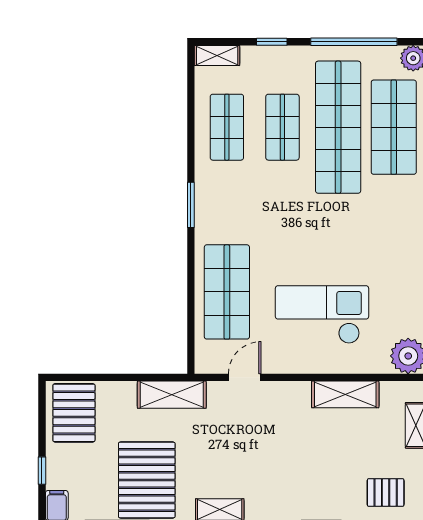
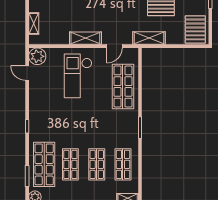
shop shelf: (338, 127) -> (70, 164), width x0.50, depth x0.74
checkout: (322, 315) -> (78, 76), turned 90
shelving: (345, 394) -> (85, 38), moved

